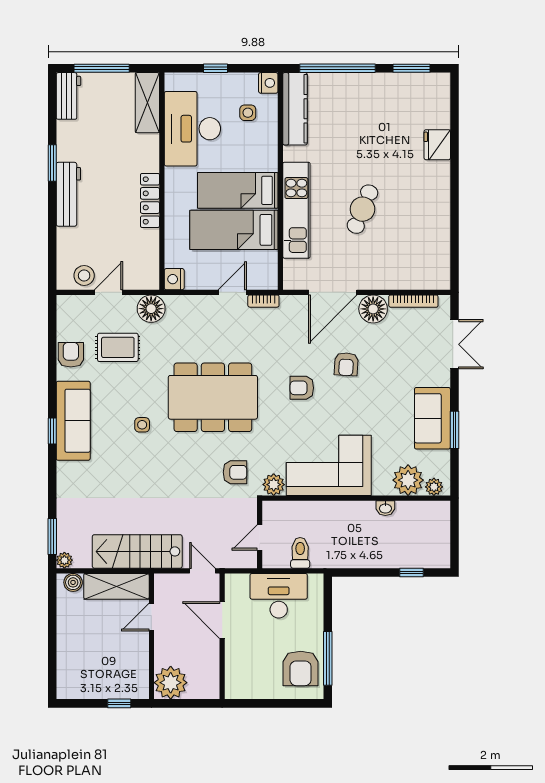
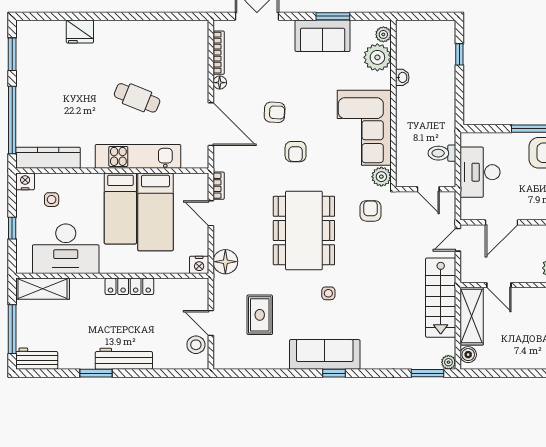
floor lamp: (151, 309) -> (225, 262), moved
floor lamp: (373, 309) -> (220, 83), width x0.53, depth x0.53
armchair: (71, 355) -> (266, 356), removed

